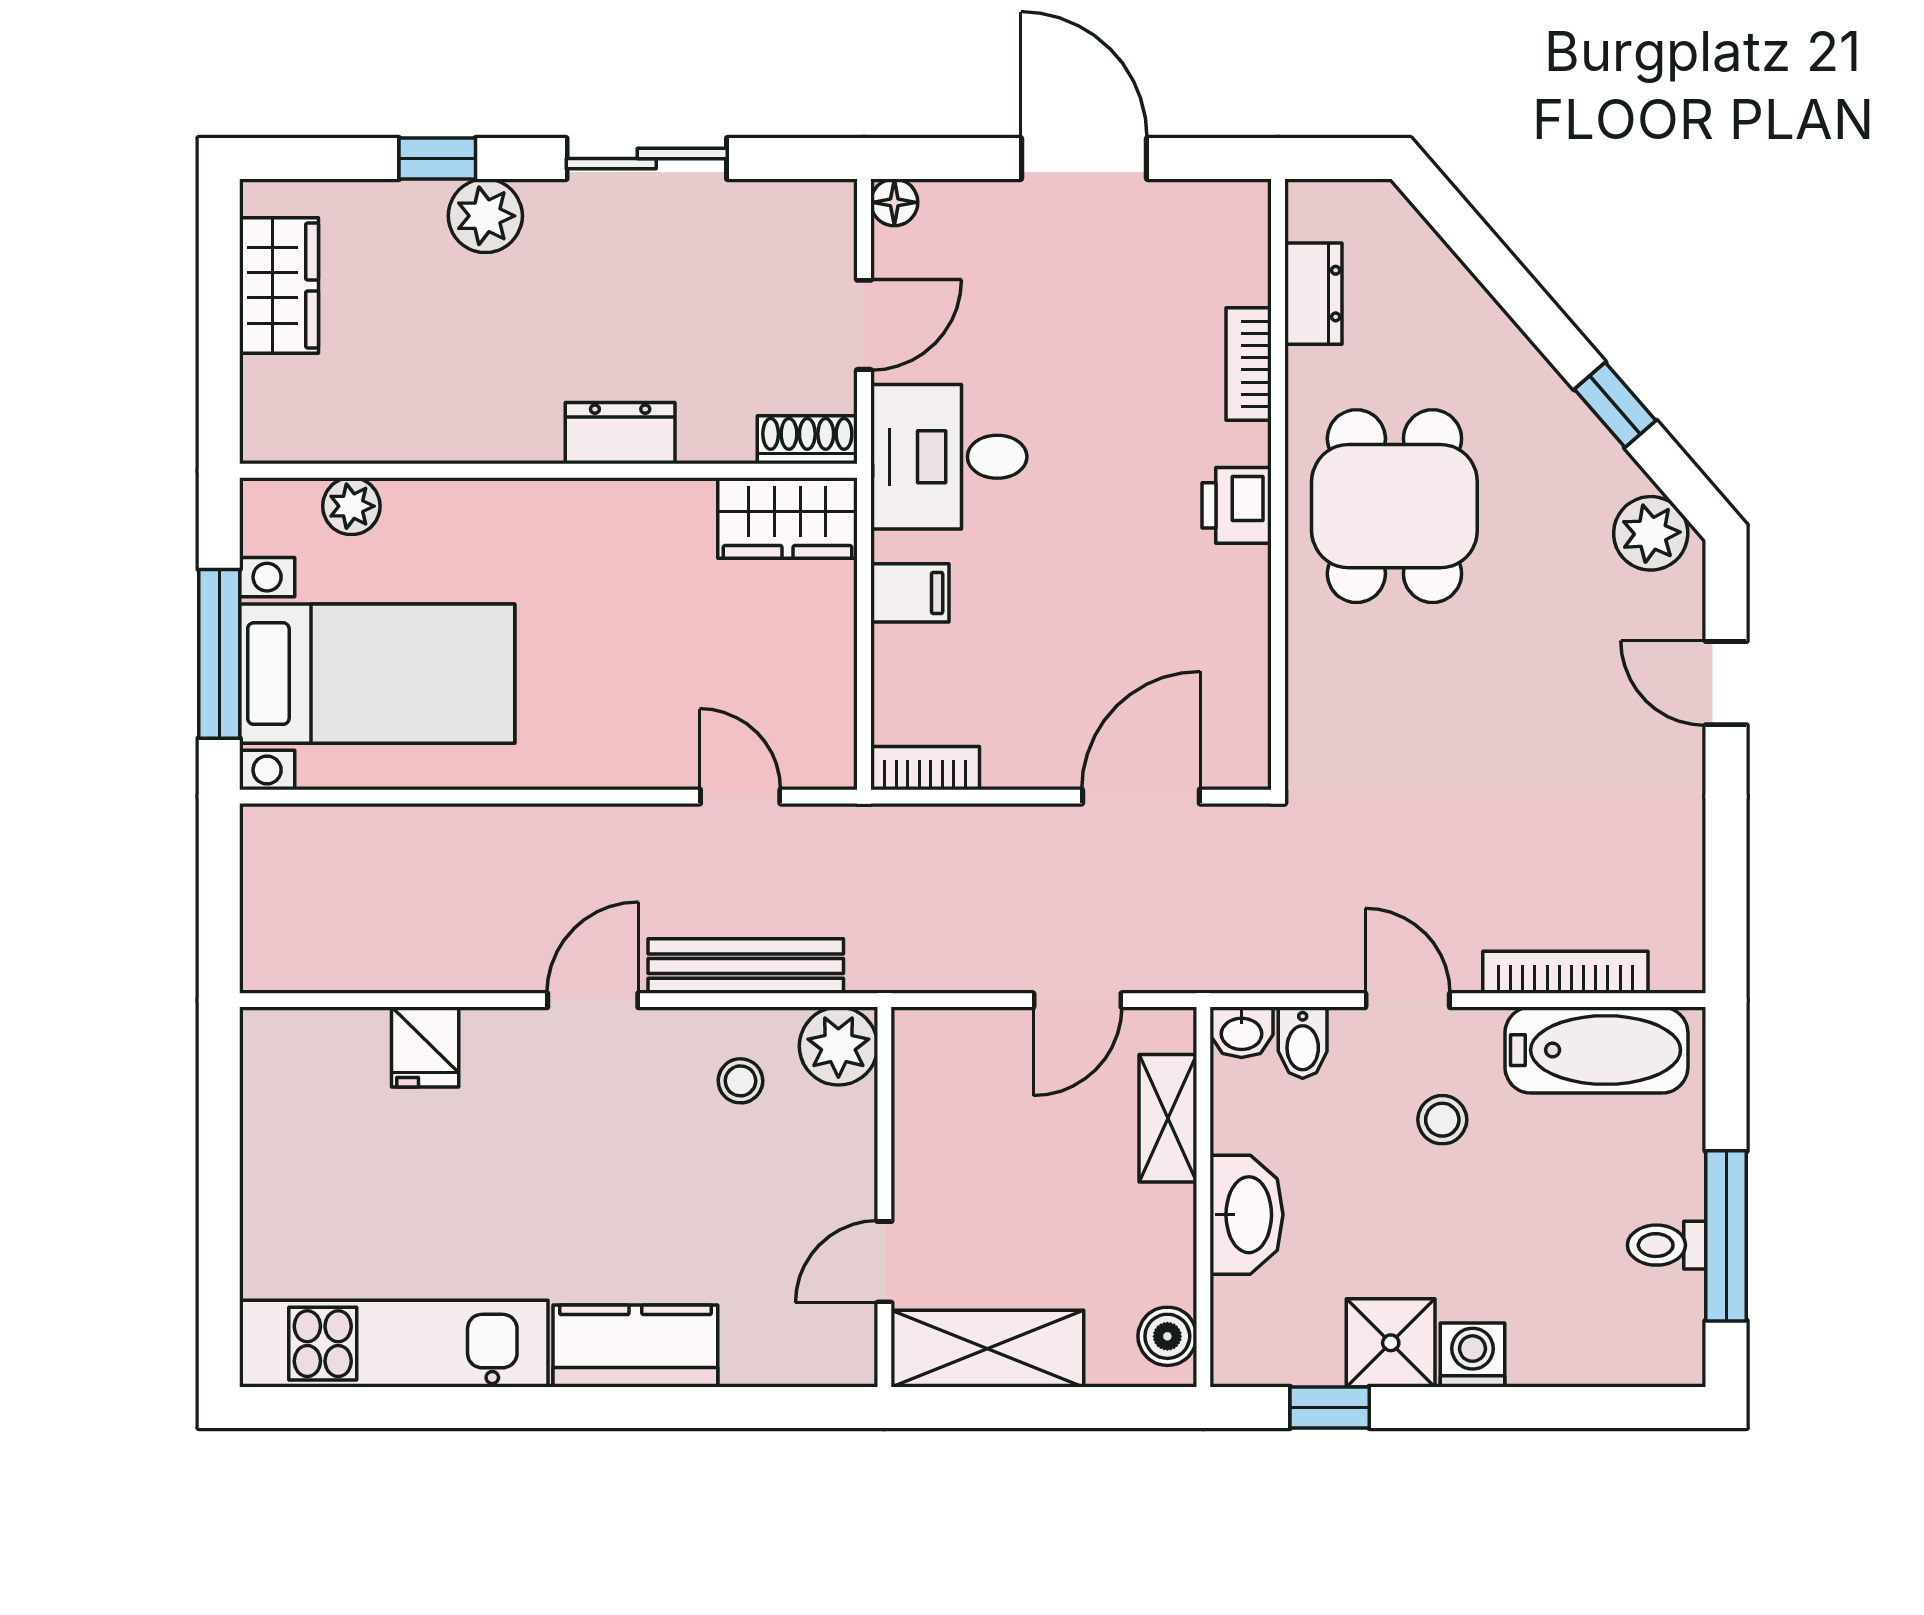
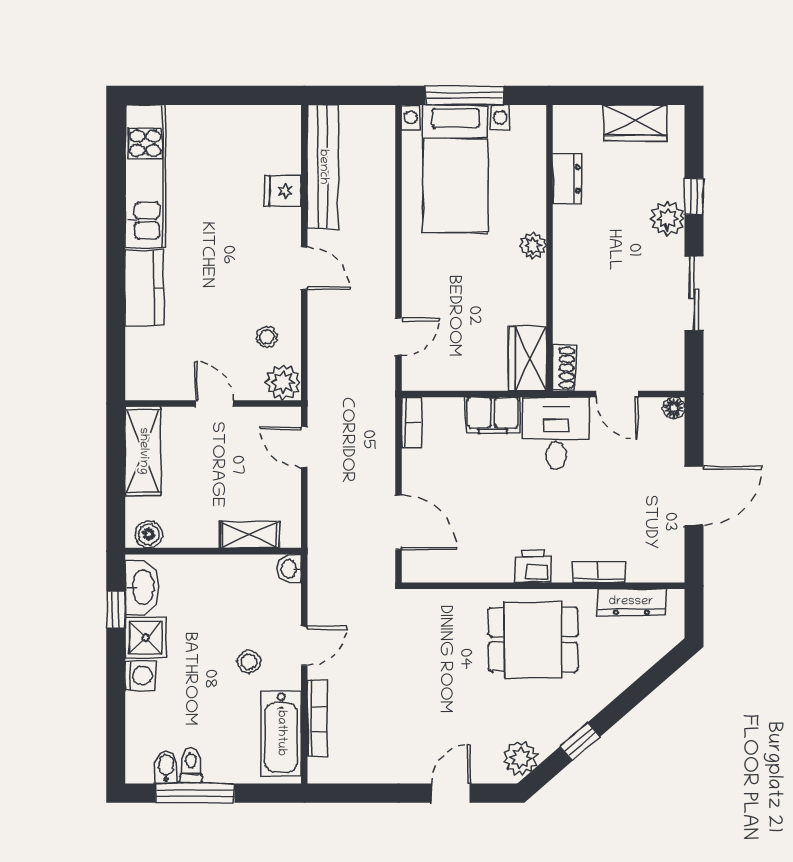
dresser: (1313, 294) -> (631, 602), width x1.44
dresser: (620, 433) -> (567, 179), moved
plant: (351, 506) -> (533, 245), moved
filing cabinet: (910, 593) -> (493, 415), width x2.00
bench: (746, 966) -> (323, 167), moved, width x1.37, depth x1.21
door: (1077, 1000) -> (304, 447), moved
bidet: (1303, 1043) -> (166, 767), moved, turned 90
washbasin: (1247, 1215) -> (142, 587), moved, turned -90
door: (884, 1262) -> (214, 403), moved

